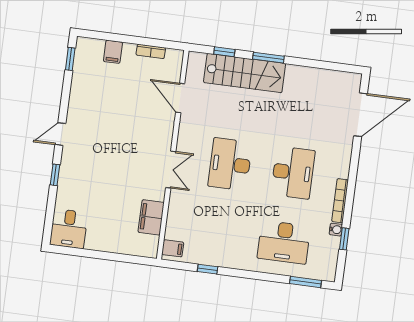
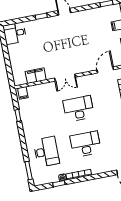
desk: (293, 173) -> (85, 144), turned 180
desk: (284, 242) -> (46, 152), turned 180

